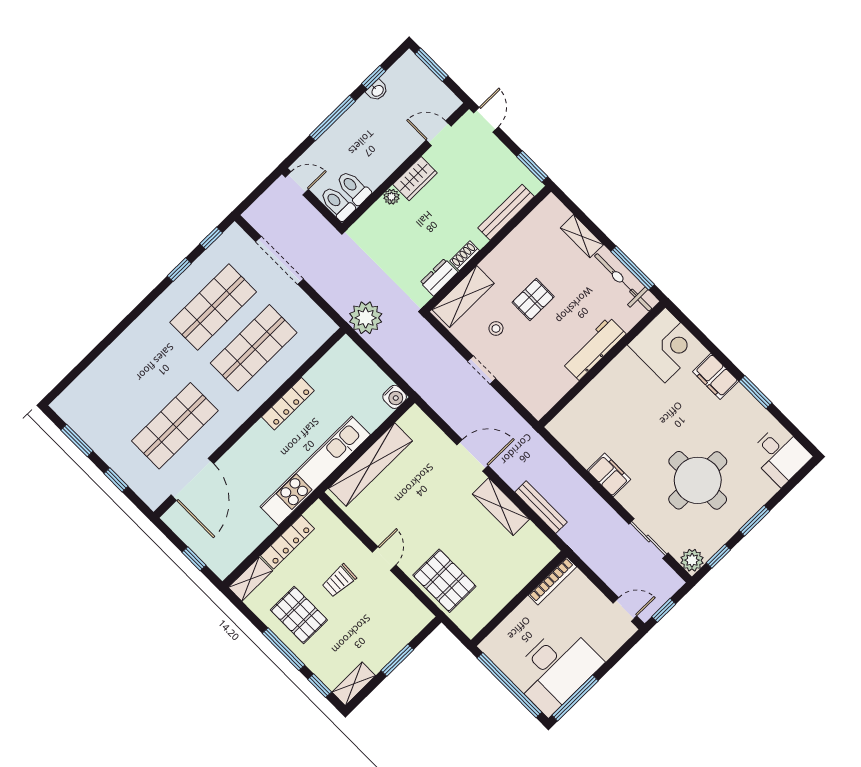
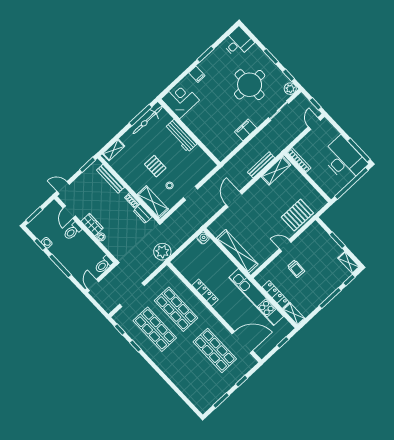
toilet: (353, 188) -> (72, 231), moved
shelving: (582, 236) -> (114, 150), moved
filing cabinet: (716, 376) -> (197, 74), width x0.50
kitchen unit: (315, 471) -> (256, 297), moved
shelving: (501, 507) -> (276, 171), moved
pallet: (299, 615) -> (313, 290), removed

